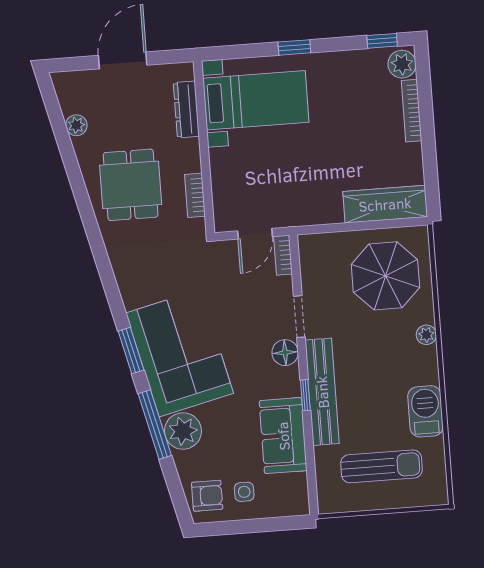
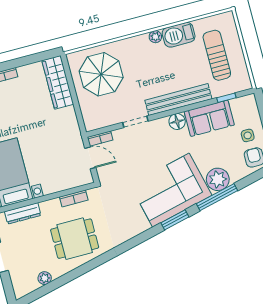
plant: (426, 335) -> (155, 37), moved
floor lamp: (285, 353) -> (177, 122), moved
window: (305, 395) -> (226, 98), moved

